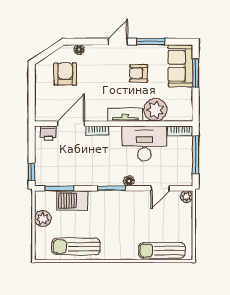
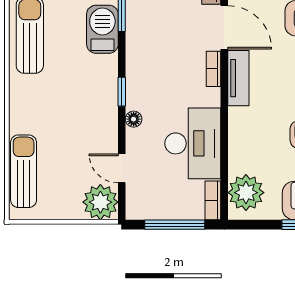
plant: (155, 110) -> (246, 193), moved
tv unit: (125, 115) -> (238, 78), moved
window: (112, 188) -> (122, 92), width x0.67
plant: (187, 197) -> (100, 202), width x1.88, depth x1.88

